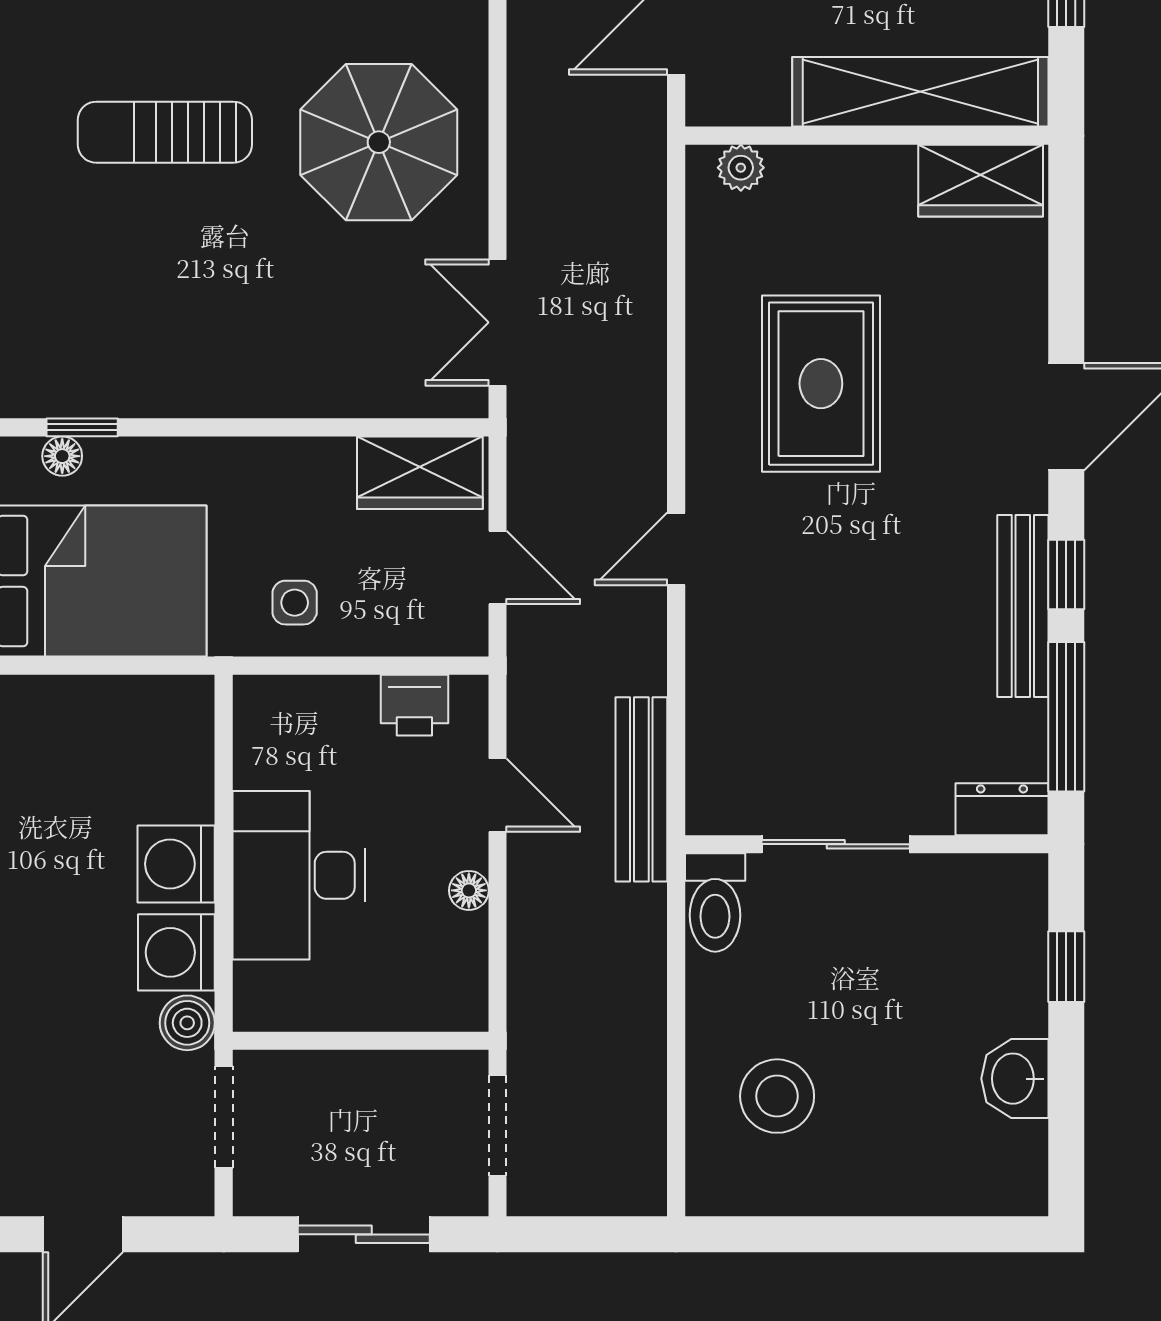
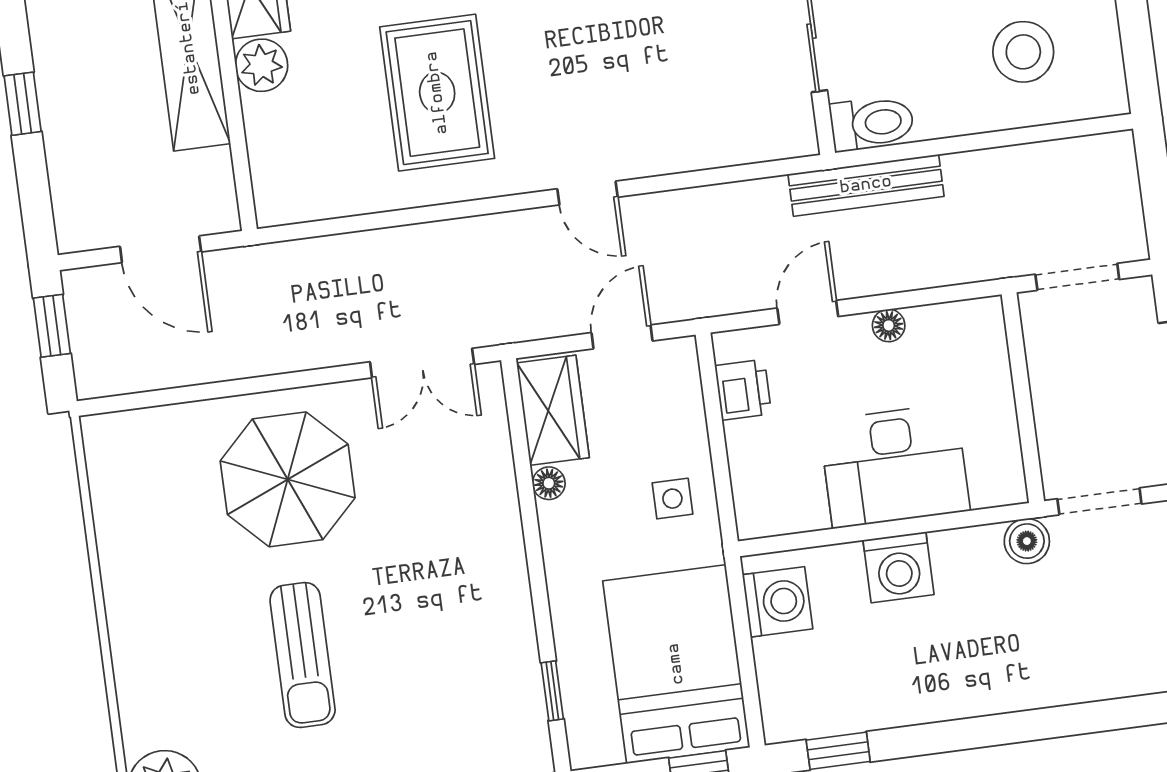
plant: (741, 168) -> (262, 65), moved, width x1.38, depth x1.38
rug: (821, 384) -> (437, 93), turned 90
floor lamp: (62, 456) -> (549, 483), moved
bench: (641, 789) -> (866, 185), moved
washing machine: (176, 952) -> (777, 602), moved, turned -90

